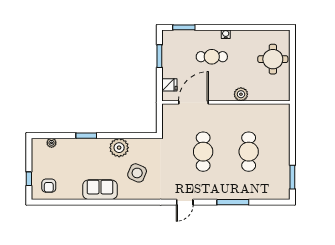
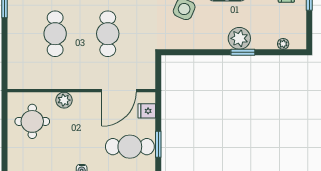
cafe table: (212, 57) -> (130, 147), moved, width x1.37, depth x1.35
round table: (273, 59) -> (32, 121), moved
plant: (119, 148) -> (239, 38), moved

